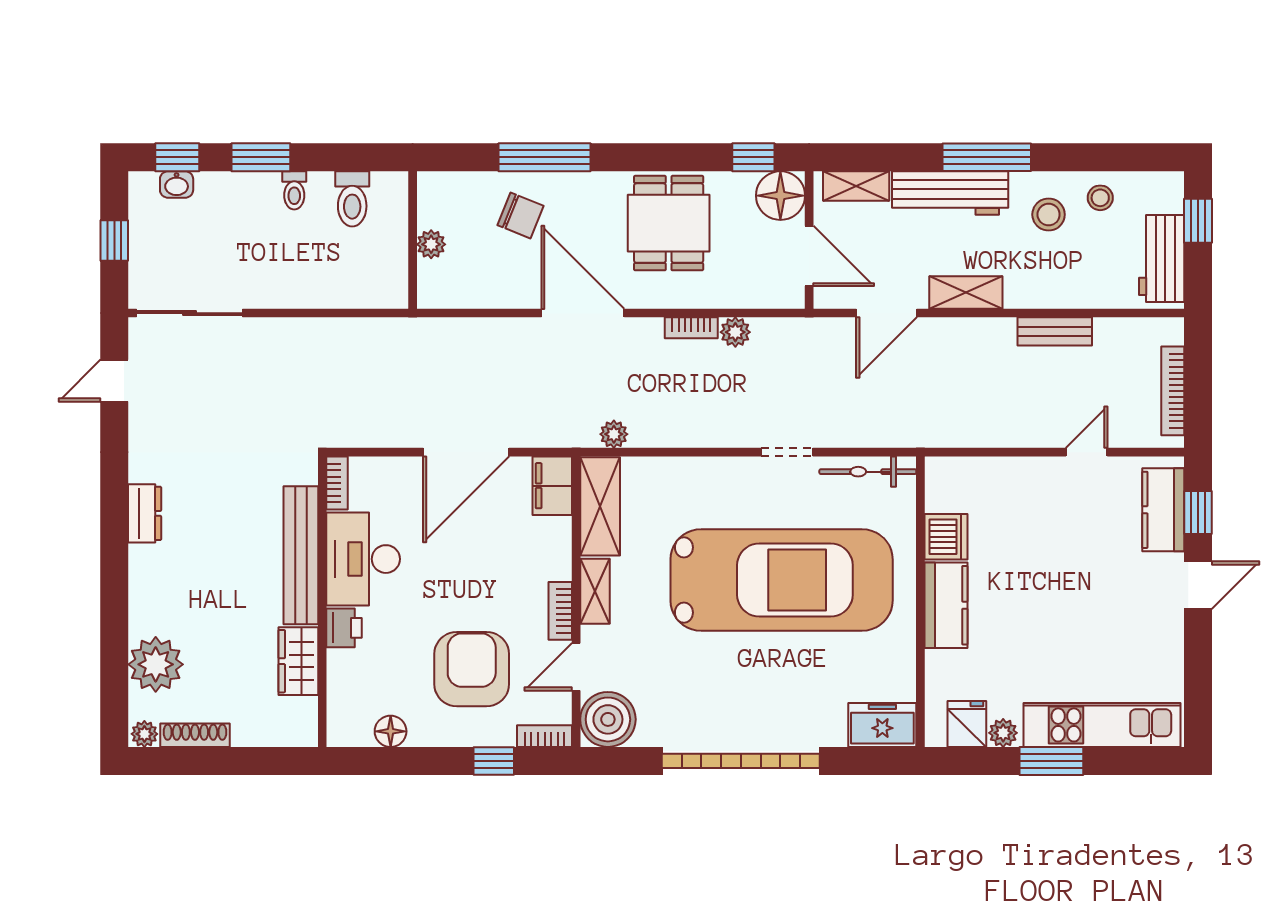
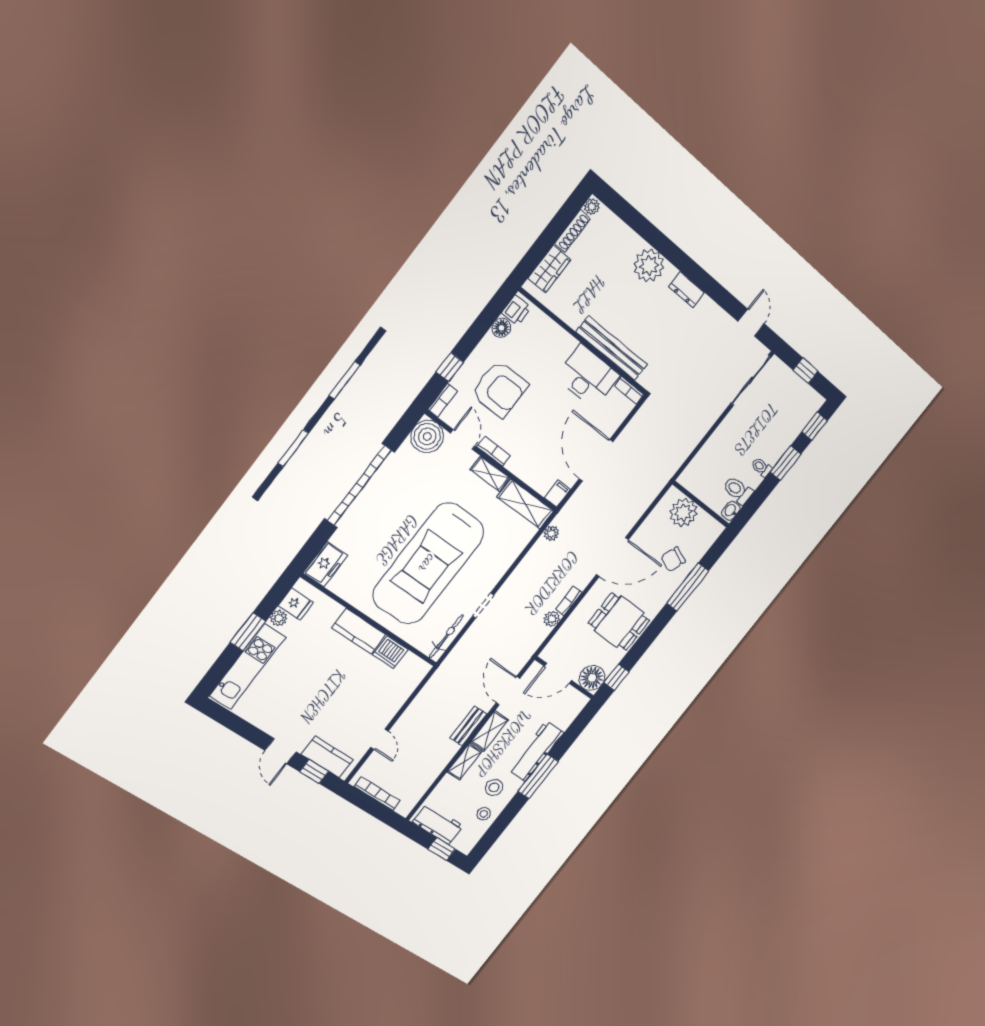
washbasin: (177, 184) -> (731, 511), moved
shelving: (856, 186) -> (464, 762), moved
plant: (431, 244) -> (684, 513), width x1.87, depth x1.87
bench: (1055, 331) -> (468, 726), moved
filing cabinet: (552, 486) -> (557, 494), width x0.50
printer: (344, 628) -> (516, 310), moved, turned -90
wardrobe: (298, 661) -> (549, 269), moved, turned 90
plant: (156, 664) -> (649, 266), moved

